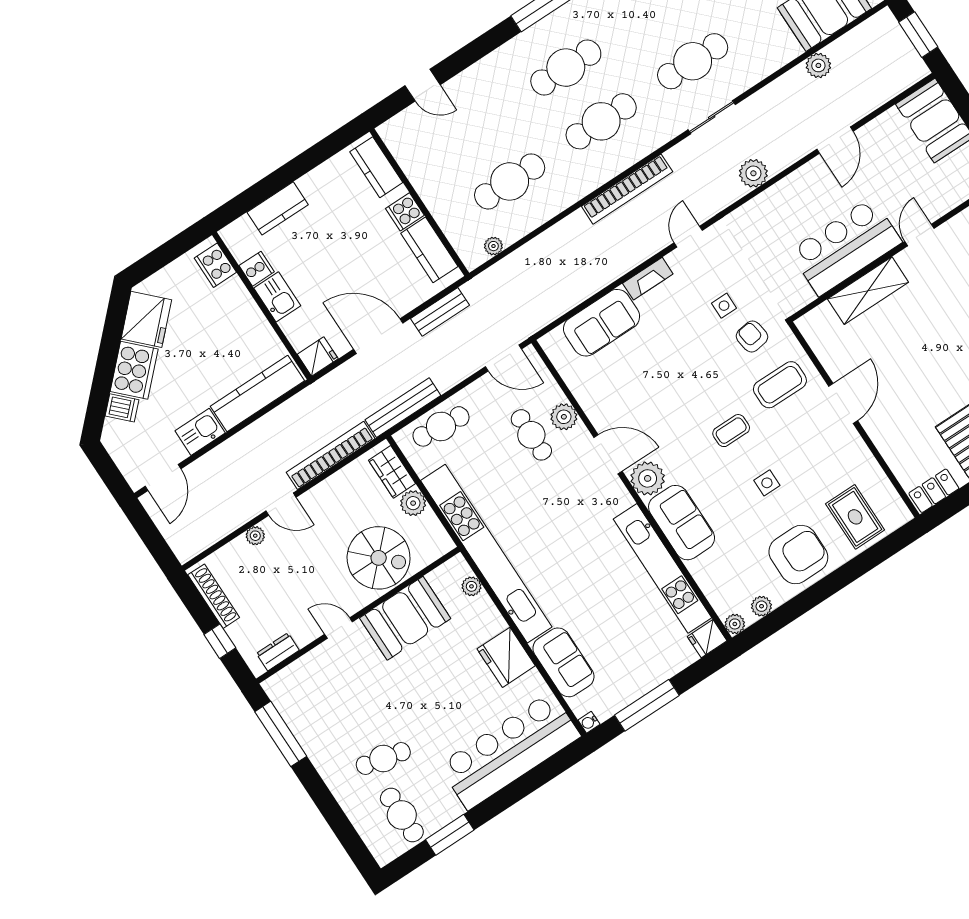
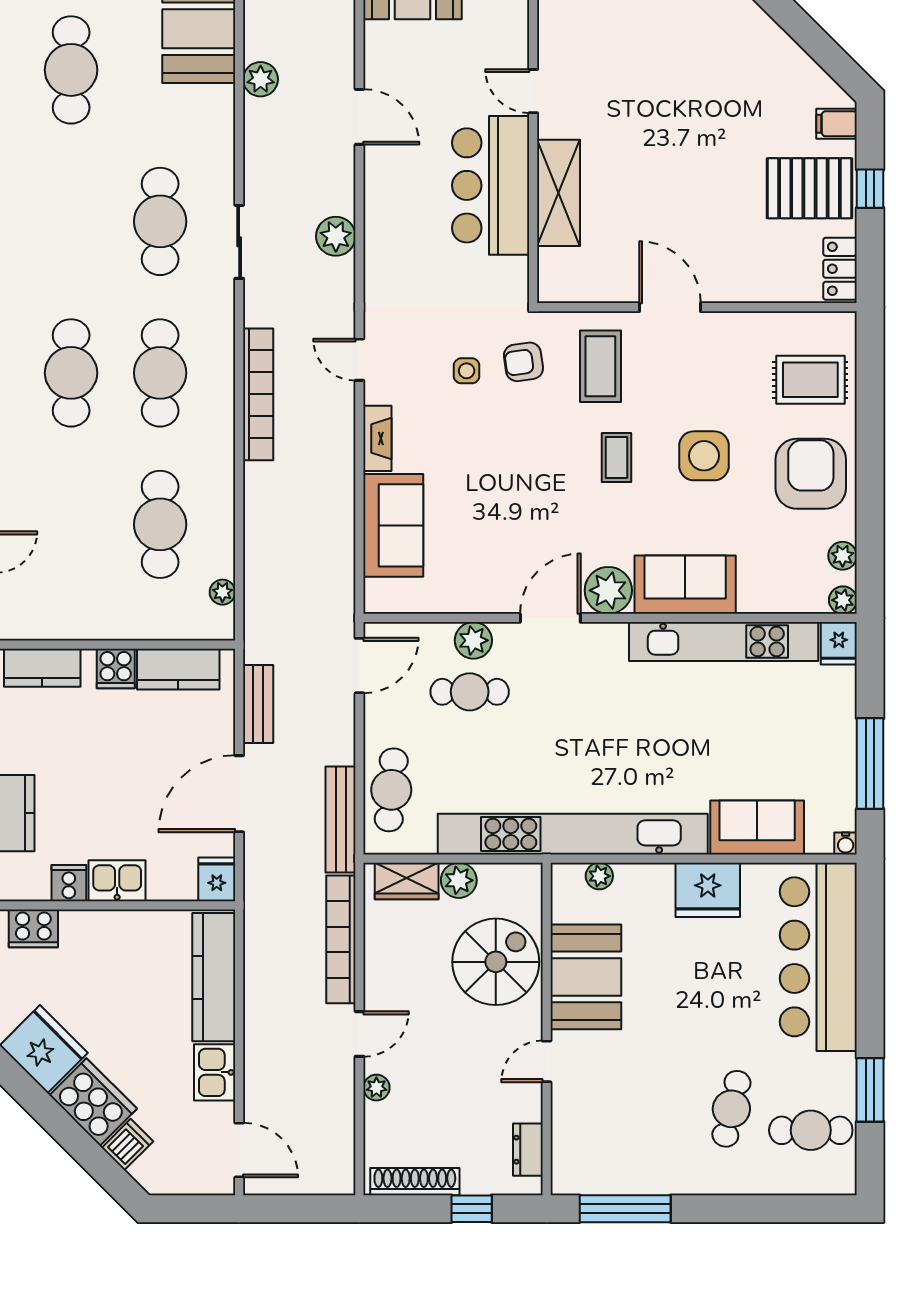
side table: (767, 483) -> (704, 456), width x1.87, depth x1.87

